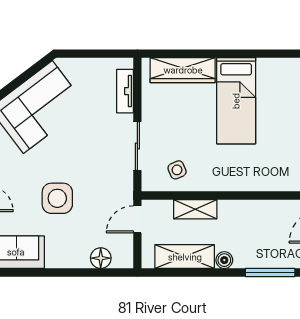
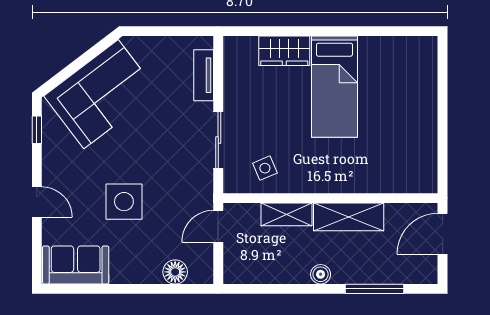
wardrobe: (183, 70) -> (284, 51), width x0.67
shelving: (185, 257) -> (349, 217), moved

